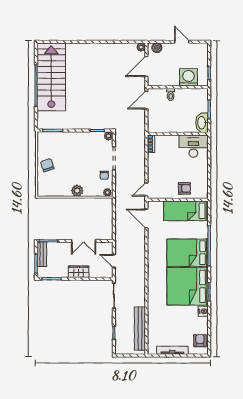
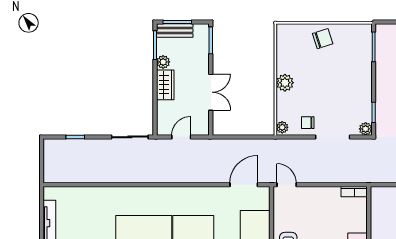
double door: (84, 241) -> (211, 92), swing flipped
bench: (42, 254) -> (175, 31), moved
plant: (63, 273) -> (163, 62), added
bench: (140, 329) -> (81, 175), removed

